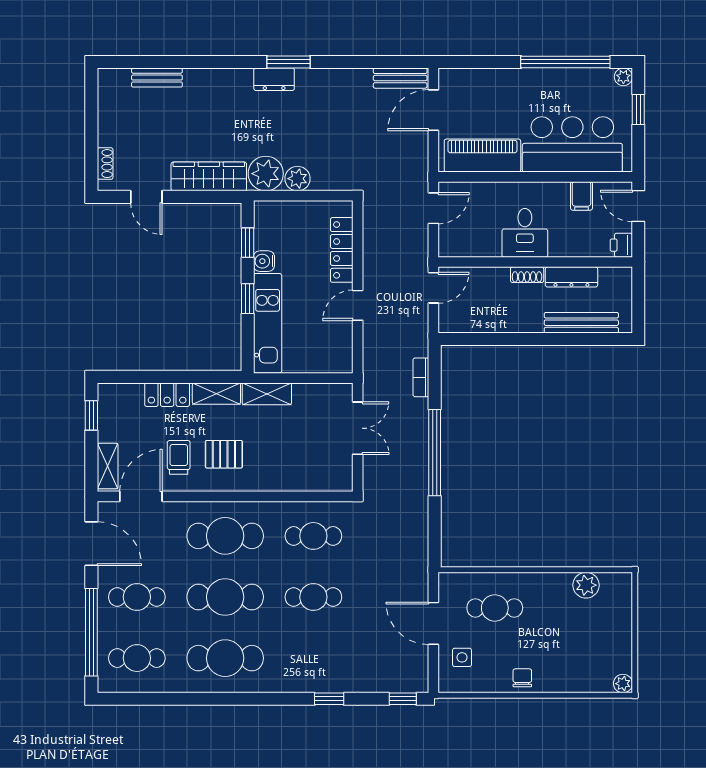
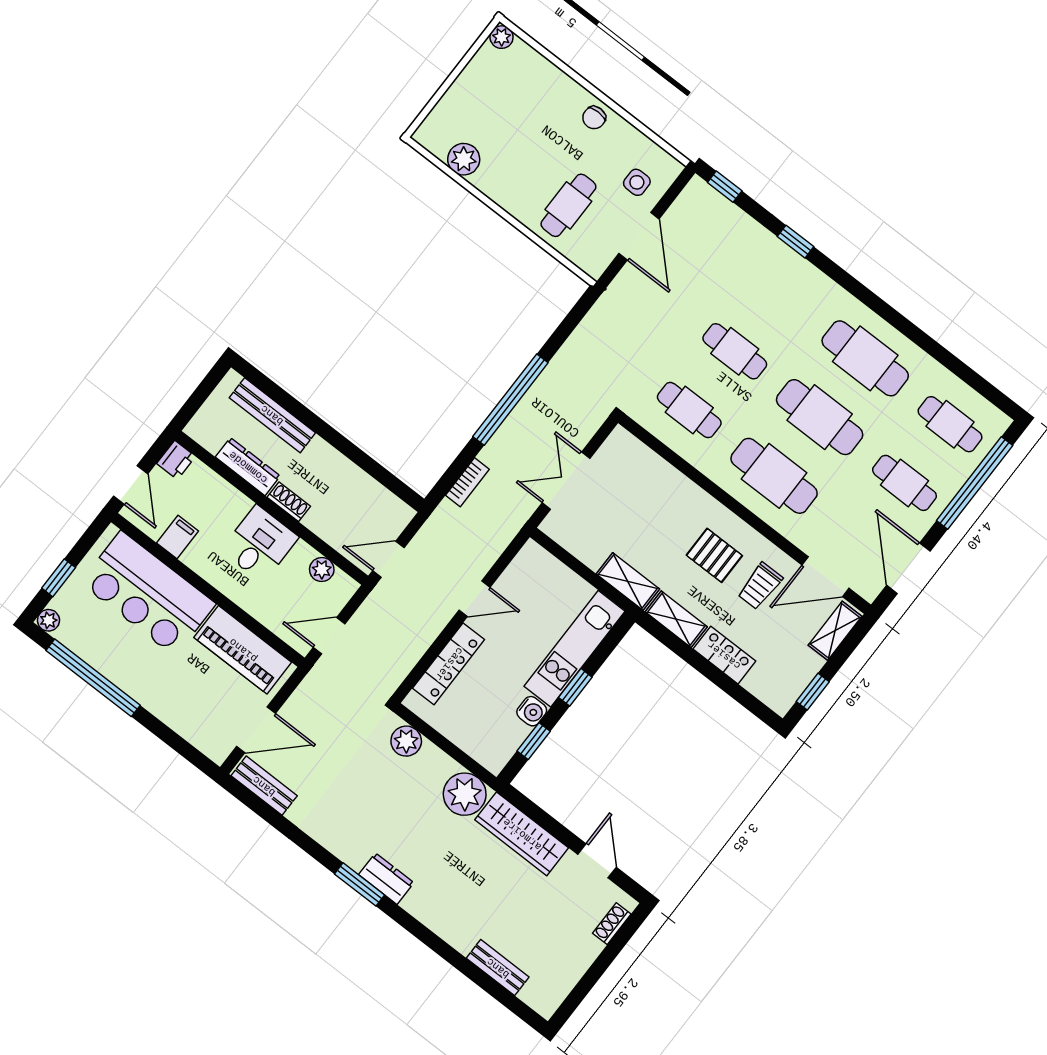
plant: (297, 179) -> (406, 741), moved
plant: (472, 247) -> (322, 570), added
cafe table: (495, 608) -> (568, 205), turned 90

